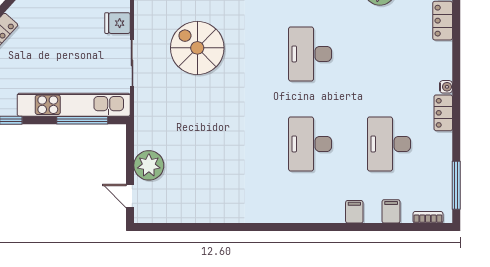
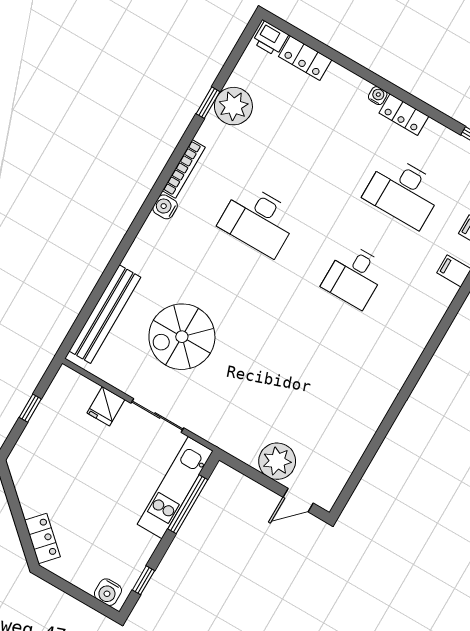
kitchen unit: (74, 105) -> (175, 488), width x0.73
desk: (310, 144) -> (354, 276), width x0.73

